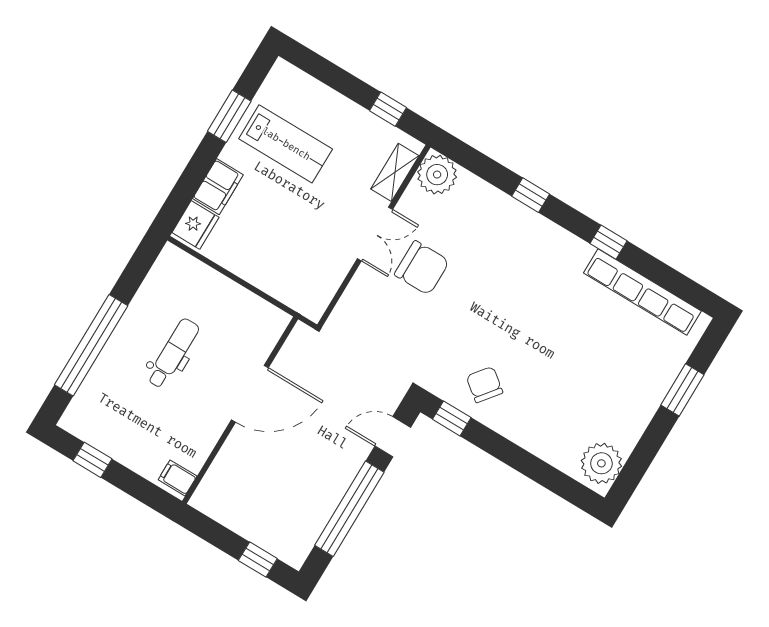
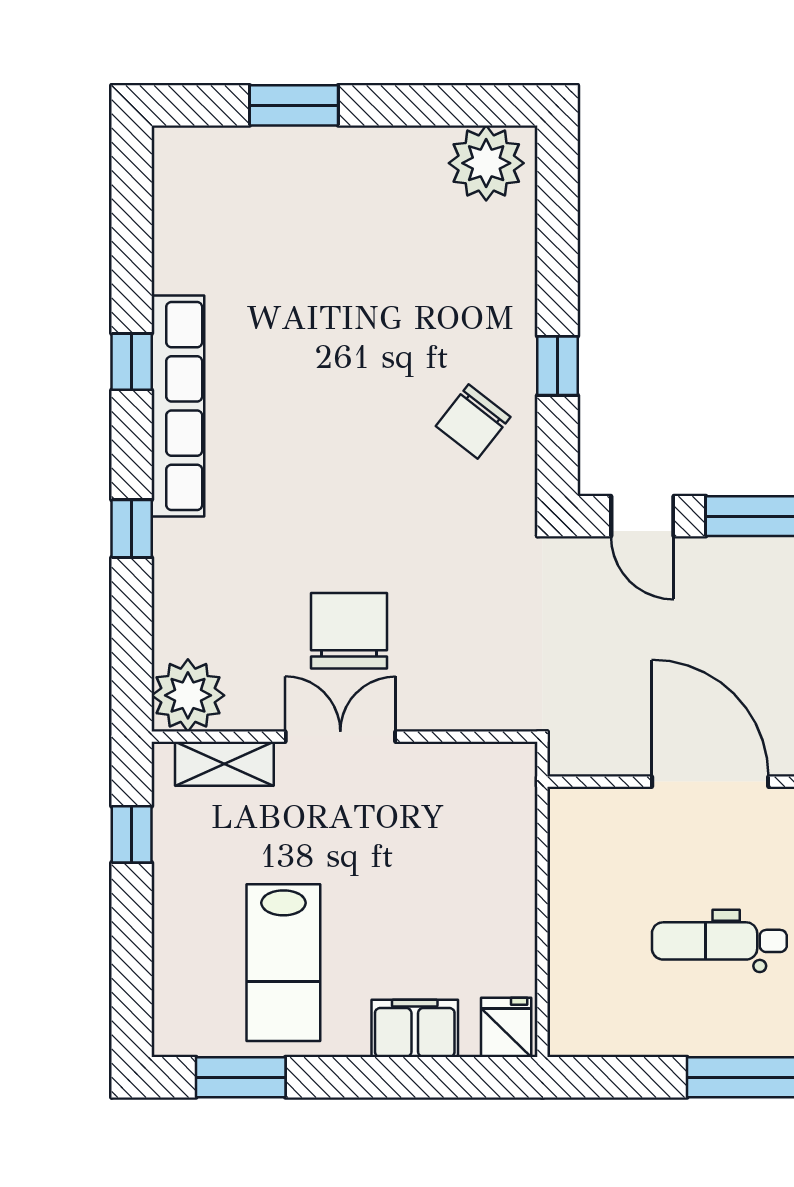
window: (229, 116) -> (241, 1077), moved
lab bench: (286, 144) -> (283, 963), turned 180
fridge: (195, 225) -> (506, 1027), width x0.72
row of seats: (642, 292) -> (178, 406), moved
window: (452, 418) -> (557, 366), moved

